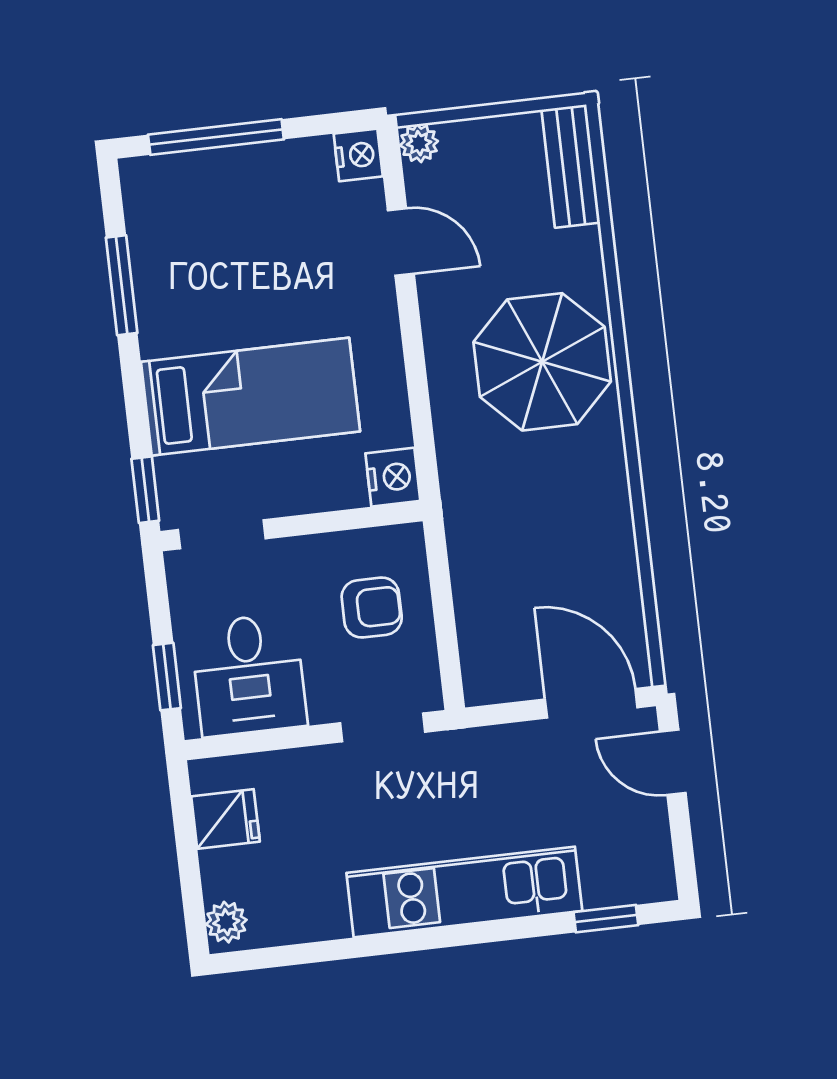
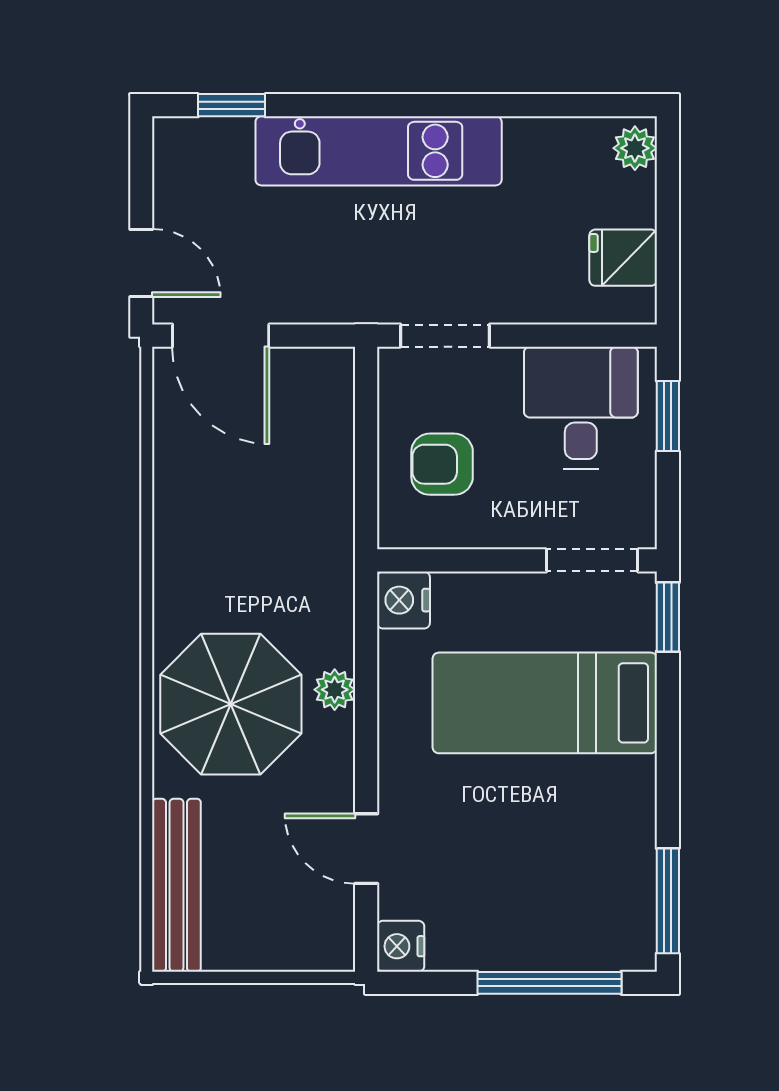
plant: (419, 143) -> (335, 690), moved
bench: (571, 166) -> (176, 885), width x1.36
window: (122, 285) -> (668, 901), moved

